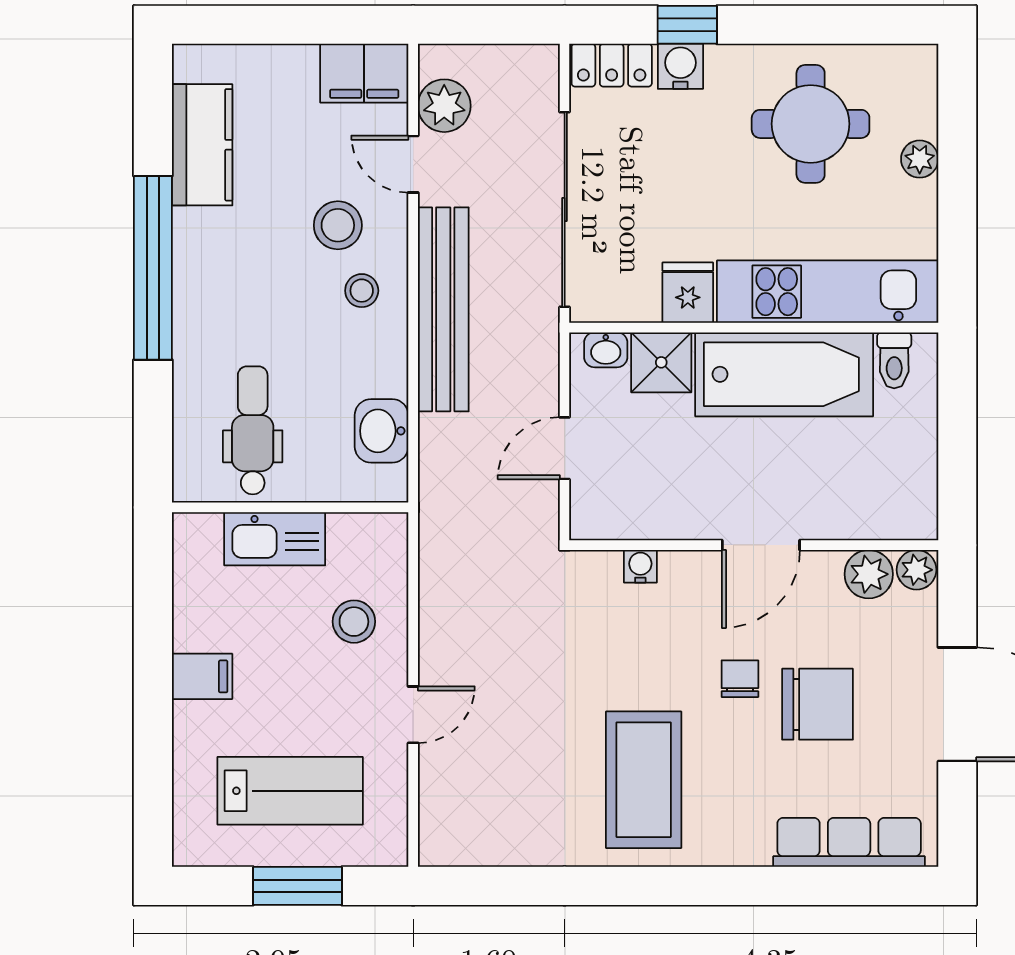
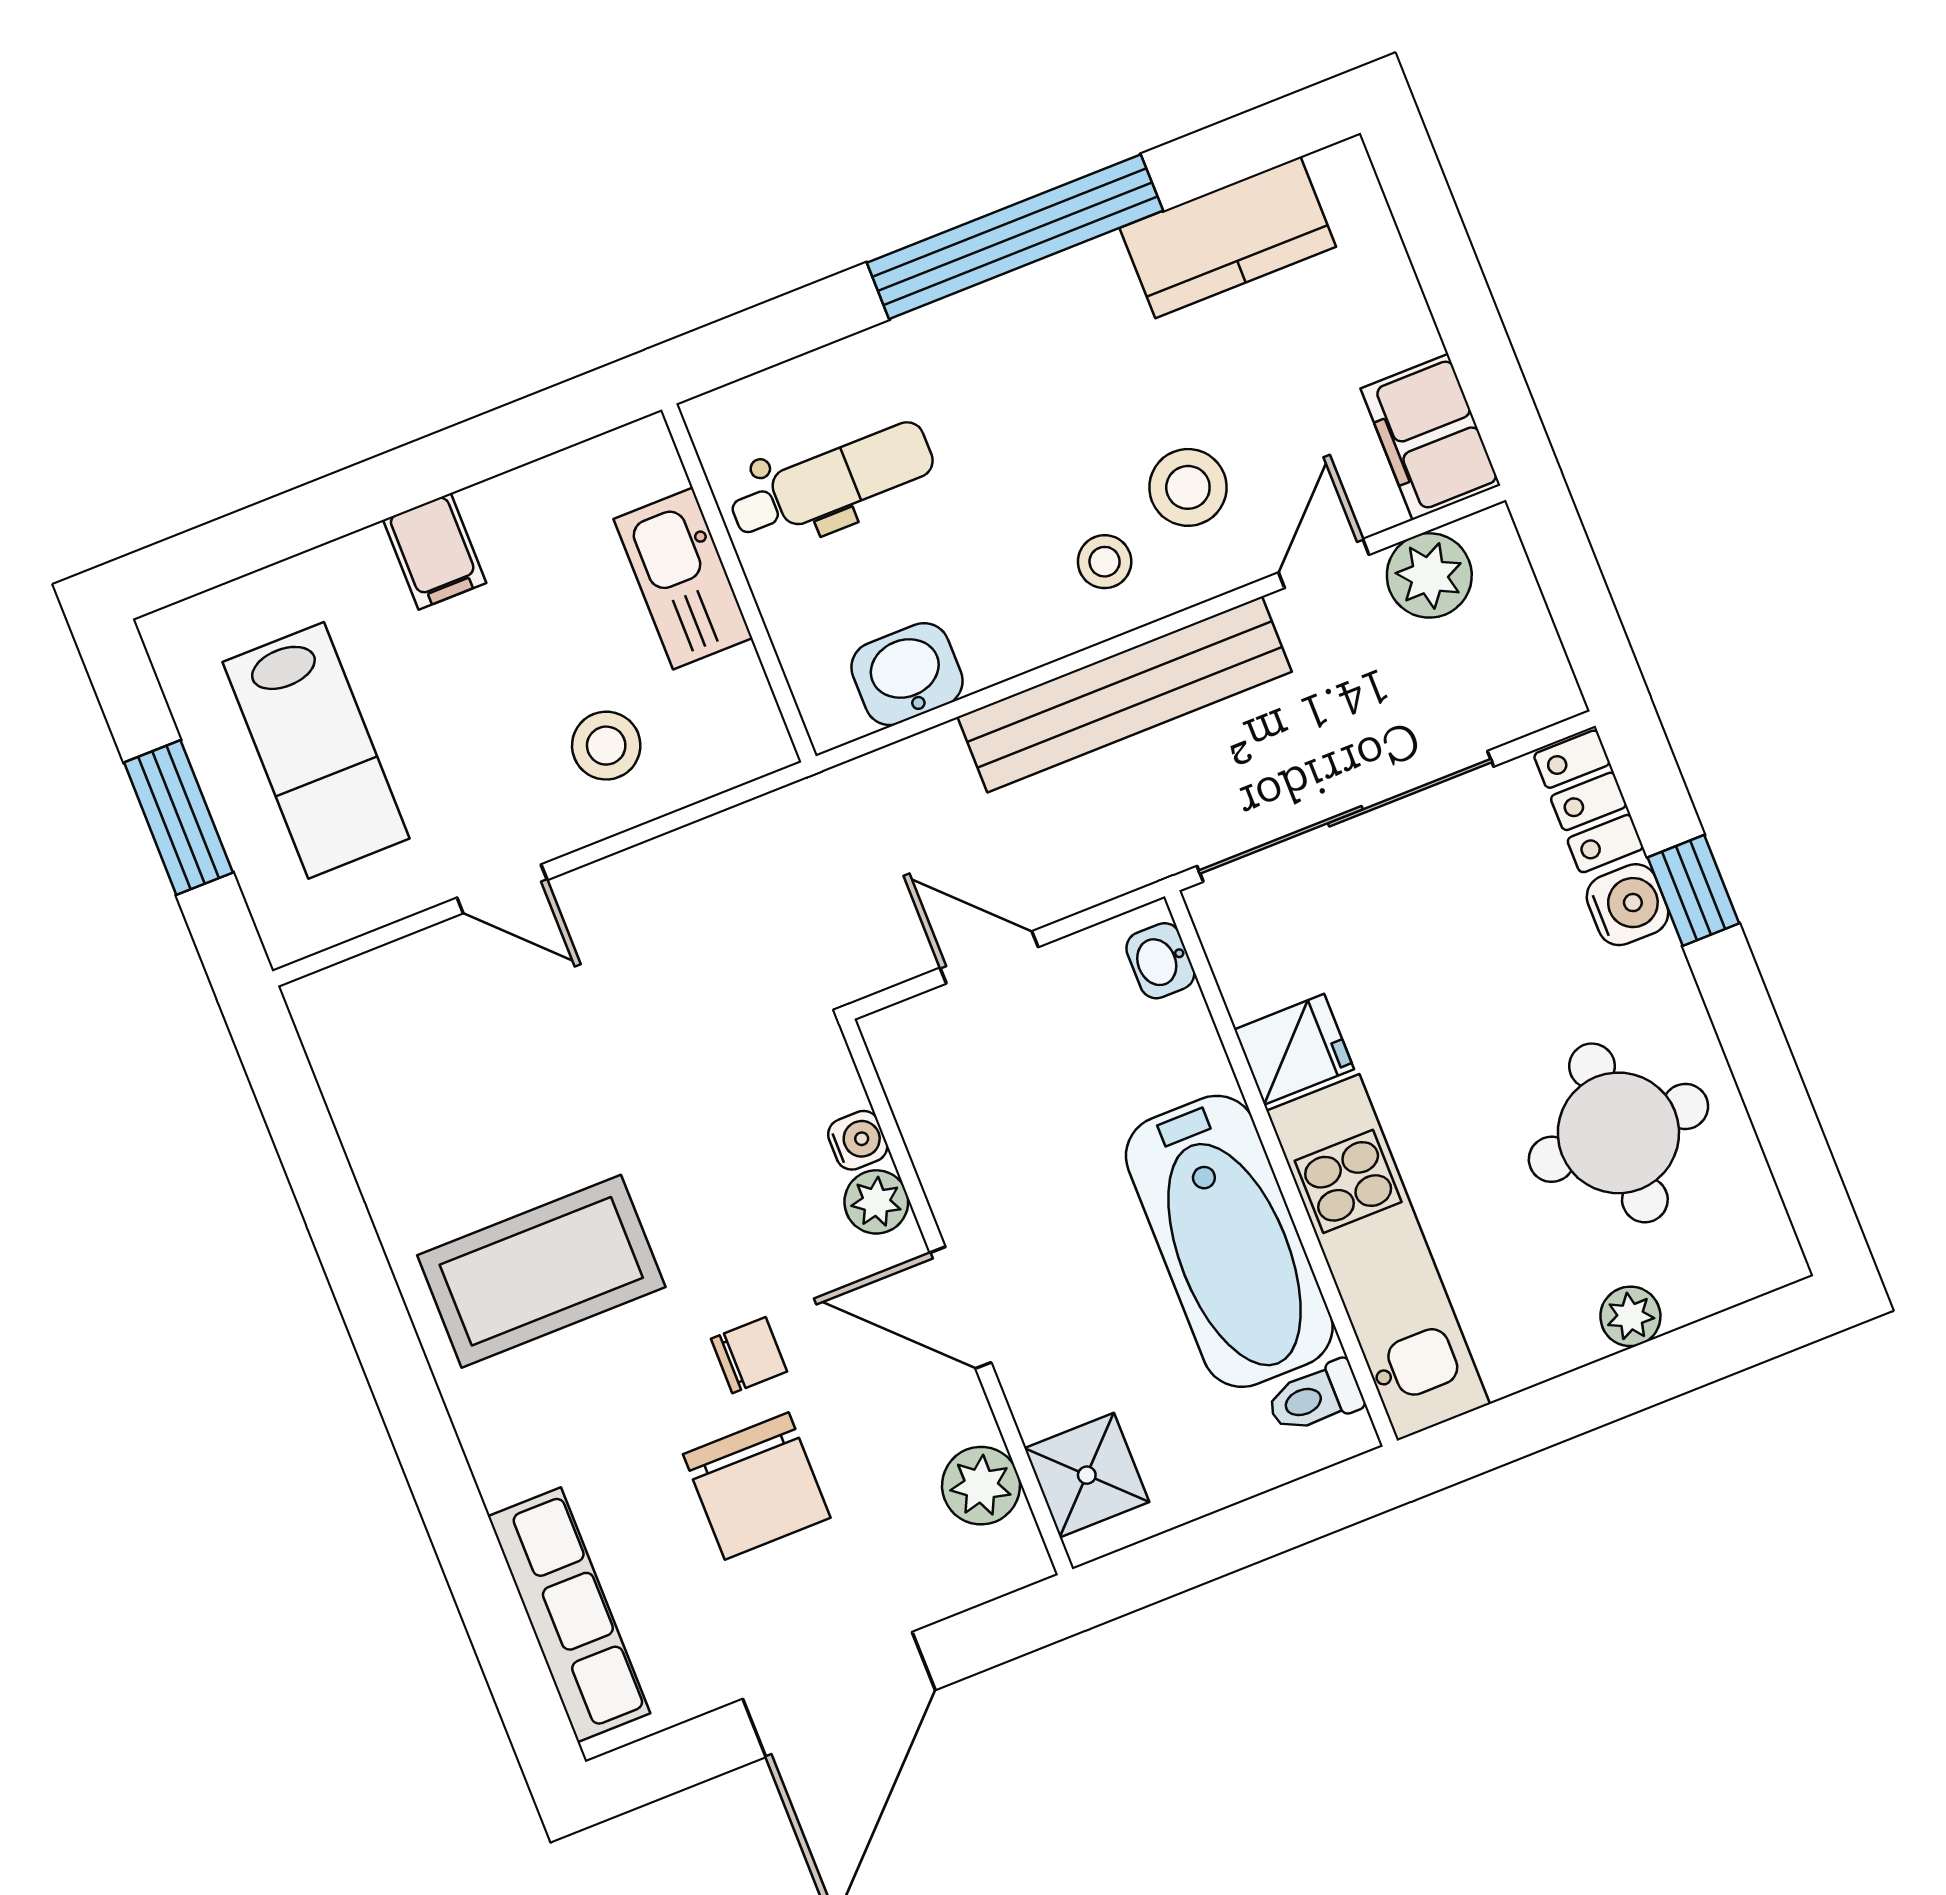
shower: (661, 362) -> (1087, 1475), moved
plant: (917, 570) -> (876, 1202), moved

